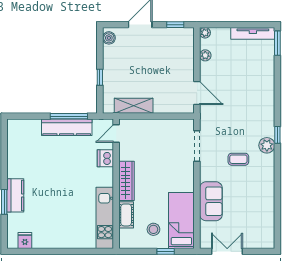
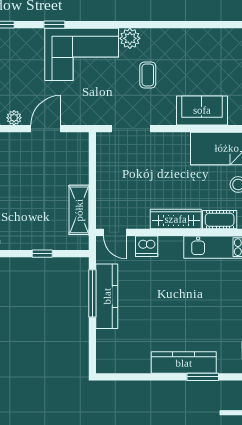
door: (197, 93) -> (46, 129), moved
corner sofa: (254, 108) -> (82, 54), added
window: (277, 135) -> (54, 25), moved
kitchen counter: (15, 195) -> (184, 363), width x1.50

